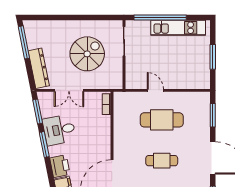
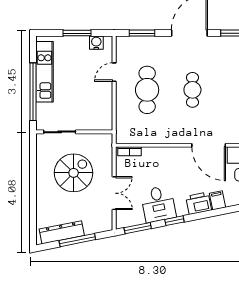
window: (24, 42) -> (77, 240), moved
spiral stairs: (87, 54) -> (74, 173), turned 90
dresser: (39, 68) -> (62, 232), moved
water cooler: (204, 74) -> (96, 43), added
door: (155, 90) -> (114, 72), moved
window: (44, 144) -> (174, 221), width x0.67

